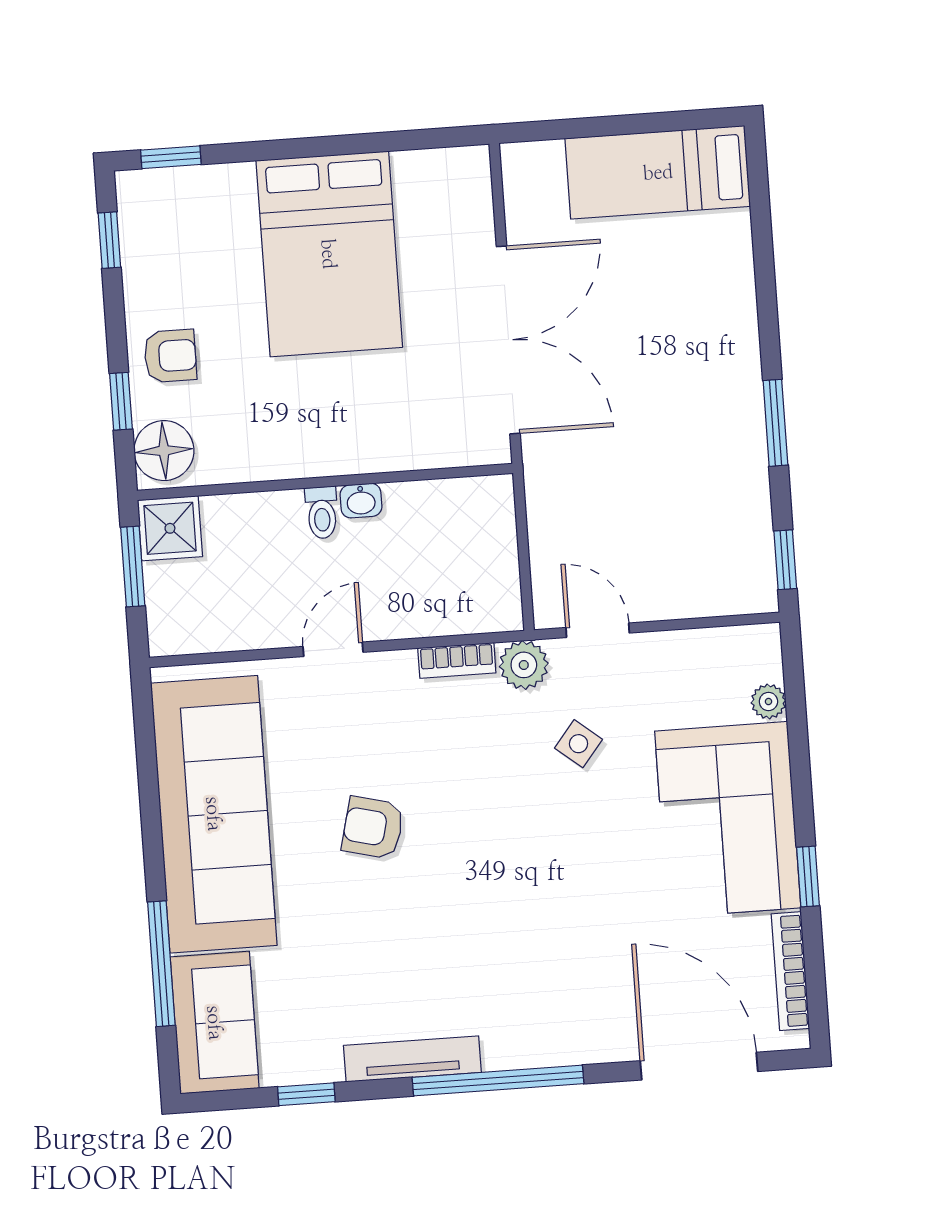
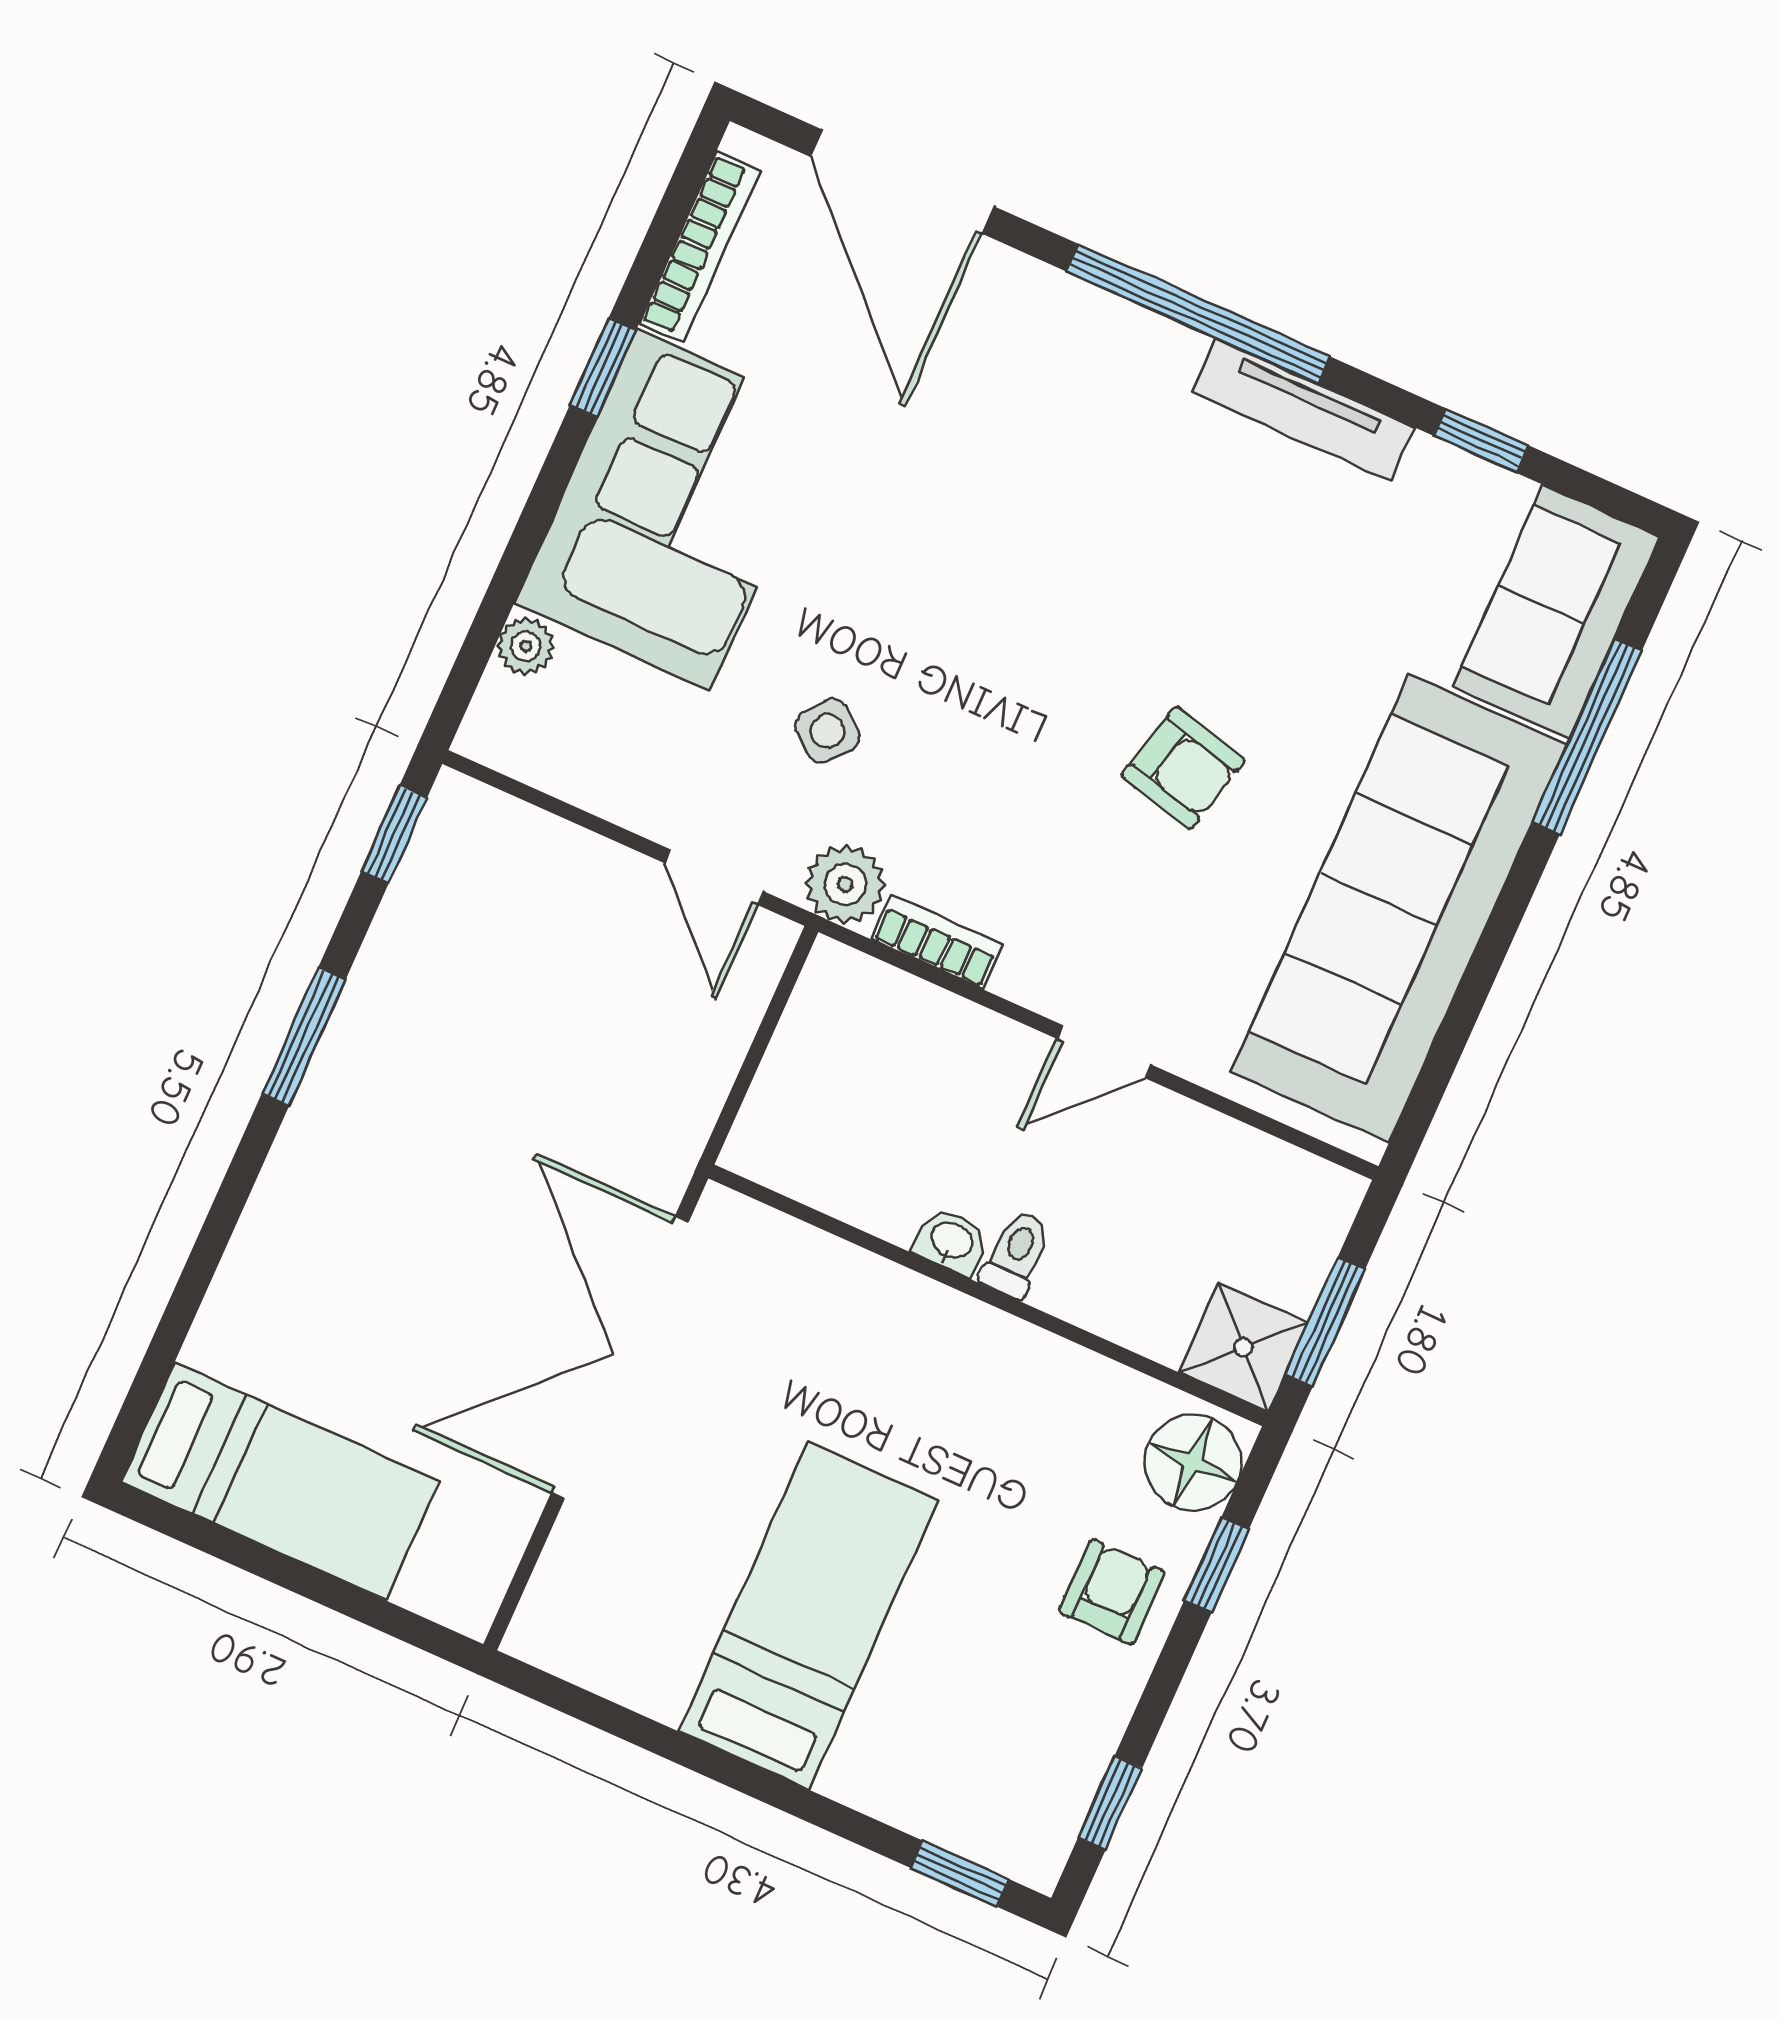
bed: (329, 254) -> (808, 1616), width x0.67
armchair: (170, 356) -> (1112, 1592), turned 90

